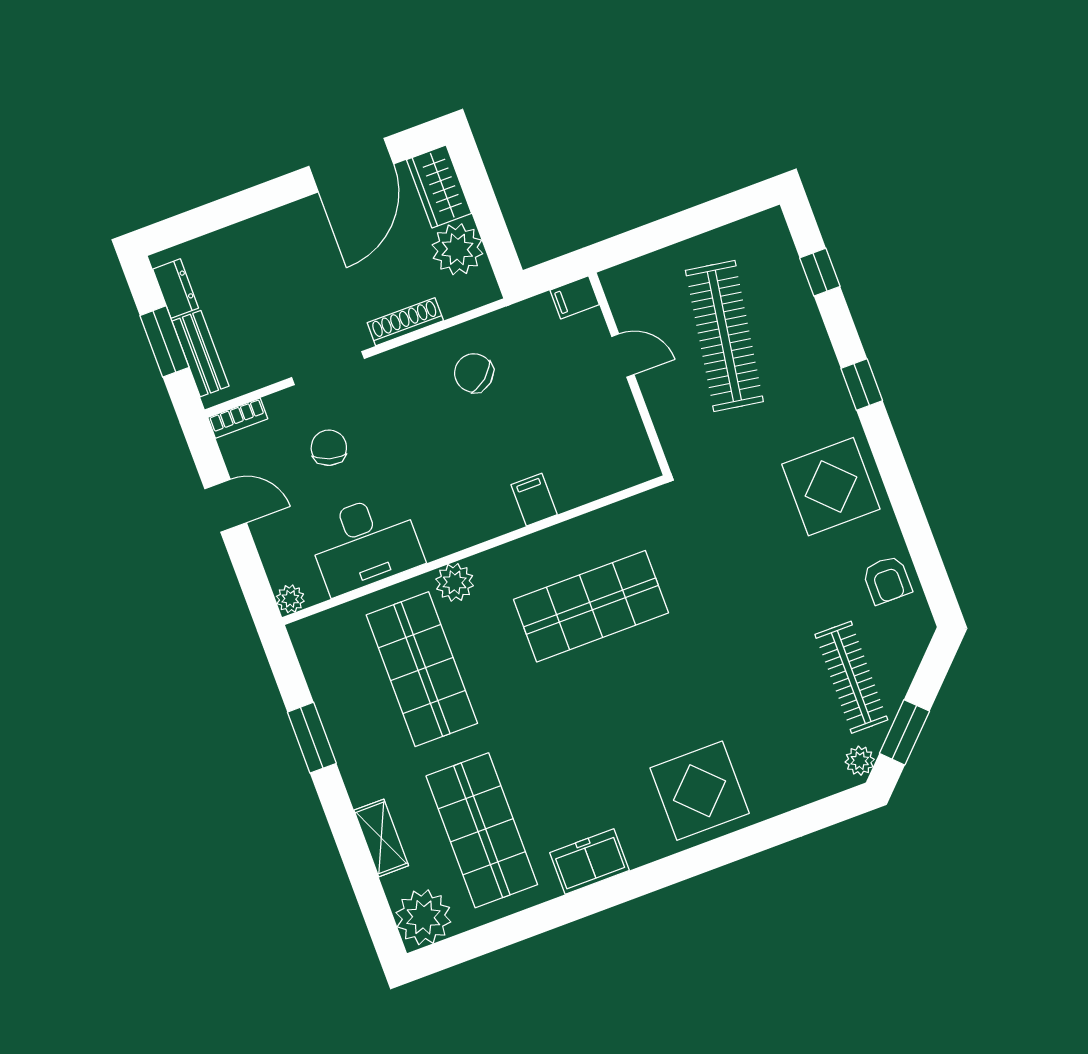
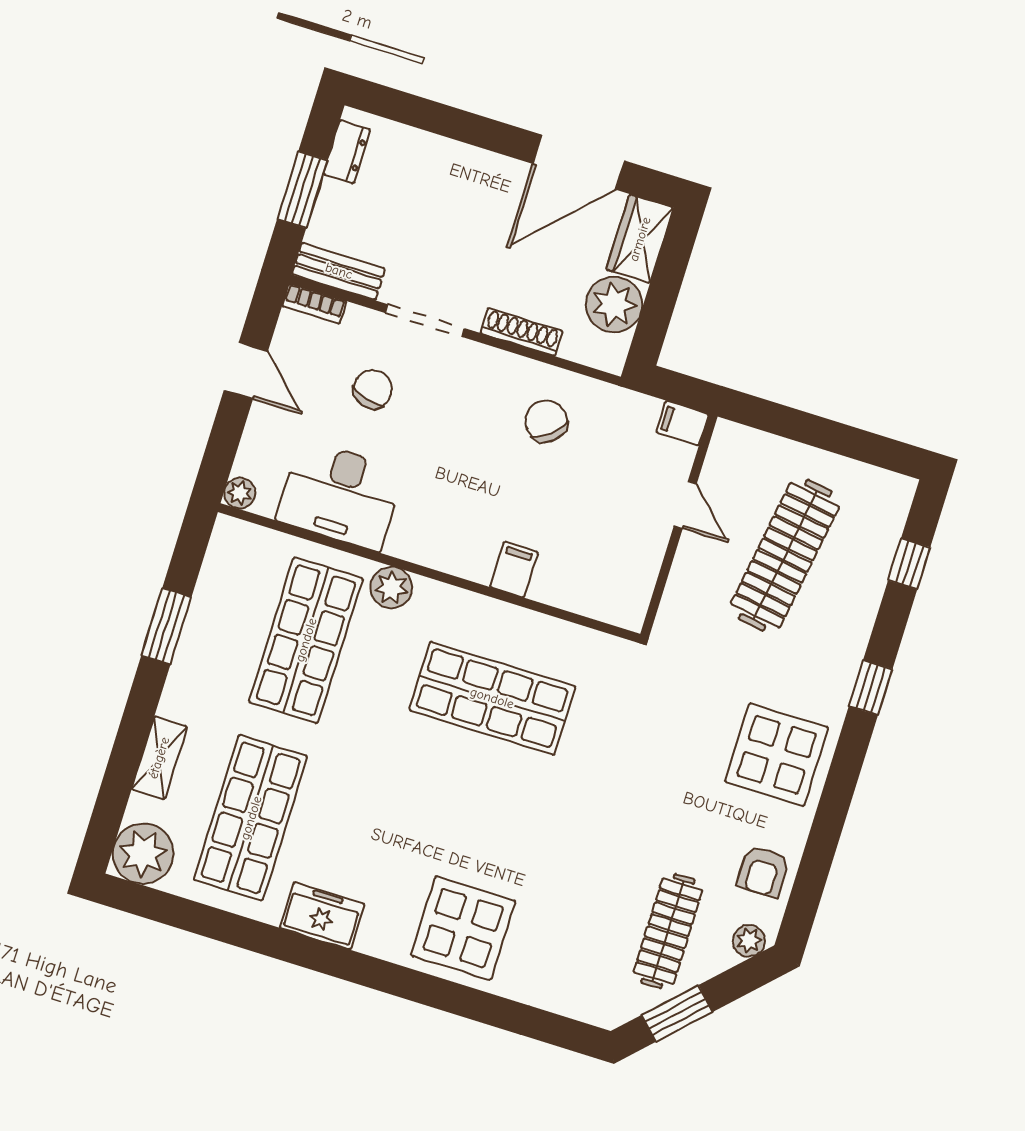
bench: (200, 354) -> (339, 271), moved, turned 90
plant: (860, 761) -> (749, 941), moved

